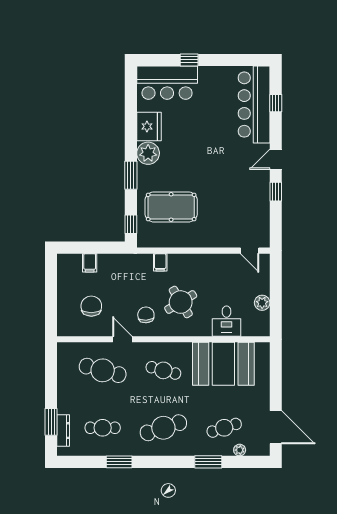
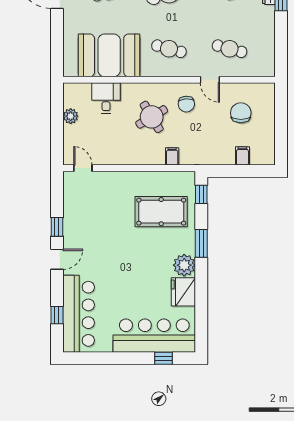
window: (189, 60) -> (164, 358), moved
bar counter: (167, 83) -> (154, 336), width x1.36
chair: (91, 306) -> (241, 113), turned 180
cafe table: (103, 370) -> (230, 49), width x0.73, depth x0.74

